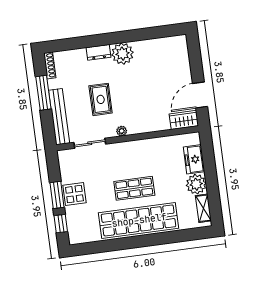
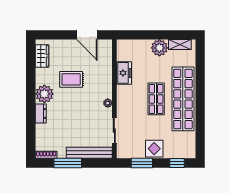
rug: (101, 99) -> (71, 79), moved
wardrobe: (184, 120) -> (42, 56), moved, turned 180
freezer: (194, 159) -> (124, 73), moved, turned -90
window: (57, 195) -> (142, 163), moved

